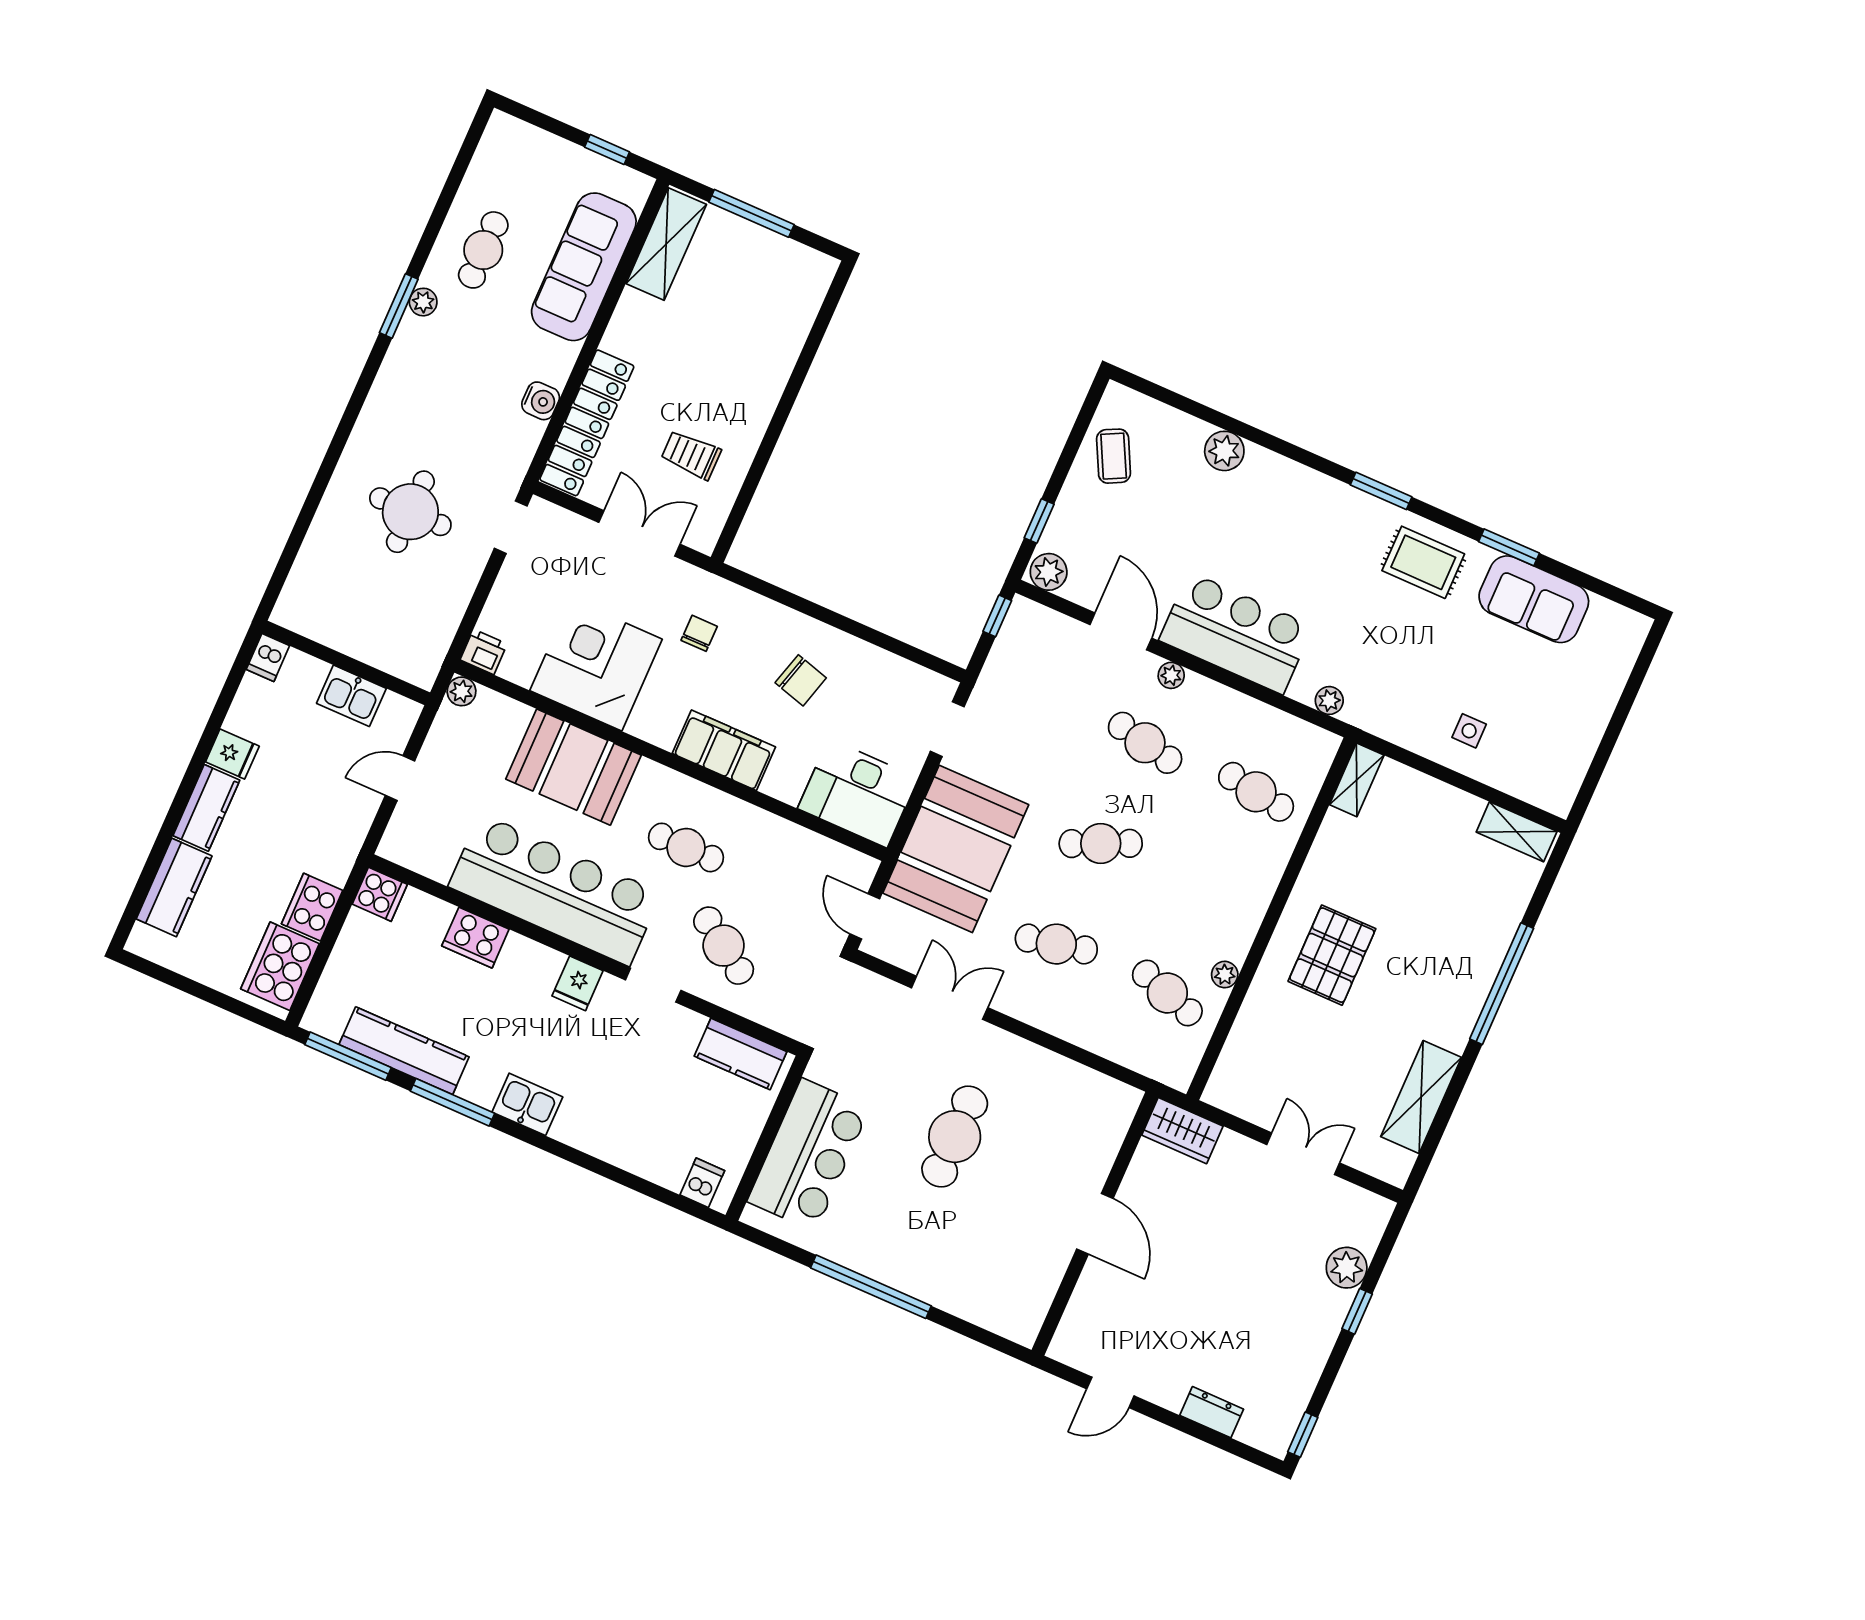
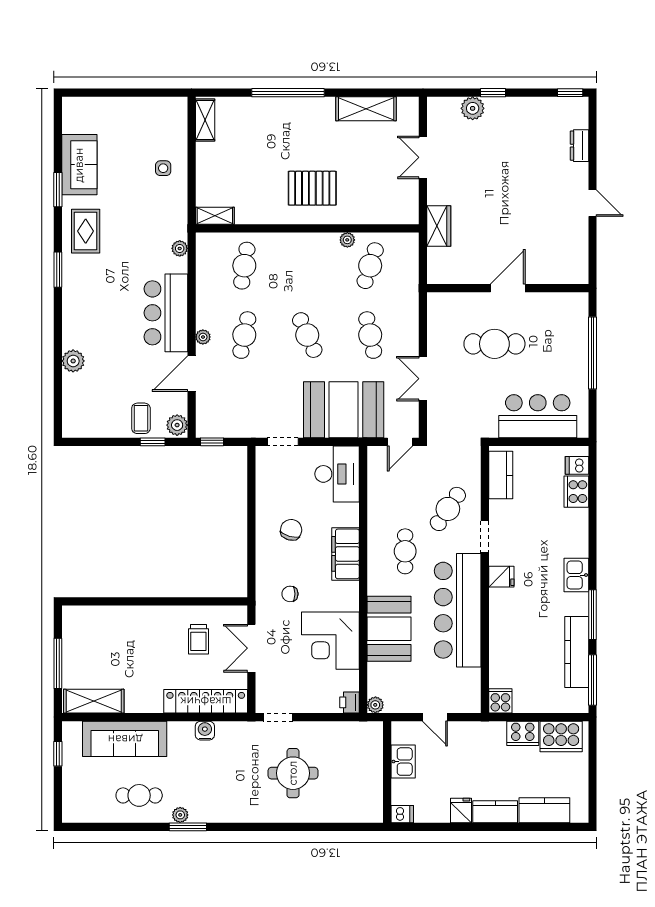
coffee table: (1114, 456) -> (141, 418), moved, turned -63
cooker: (475, 938) -> (576, 492), moved, turned 180
door: (1095, 1224) -> (508, 288), moved
wall: (1095, 1224) -> (508, 288), moved

